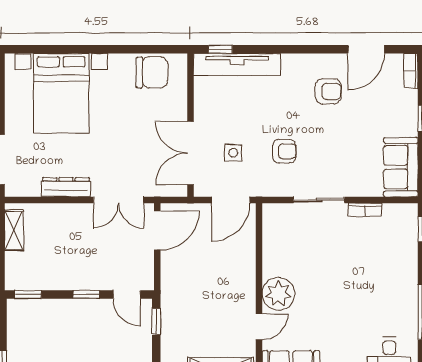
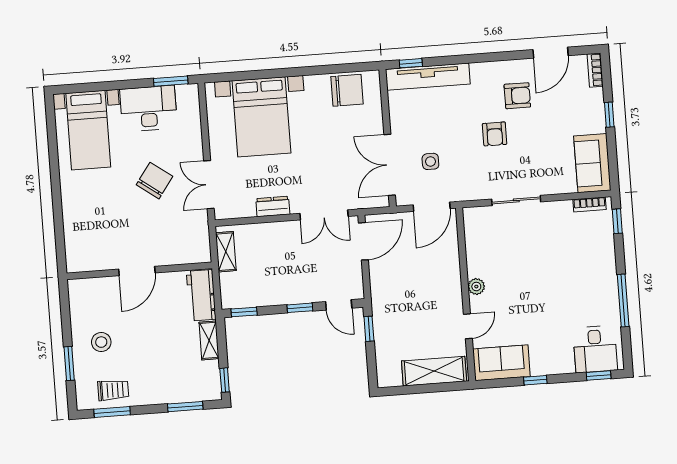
armchair: (284, 151) -> (495, 134), moved, turned 90
dresser: (66, 187) -> (273, 207), width x0.70
bookcase: (365, 210) -> (589, 204), moved
plant: (279, 294) -> (476, 287), width x0.53, depth x0.53

